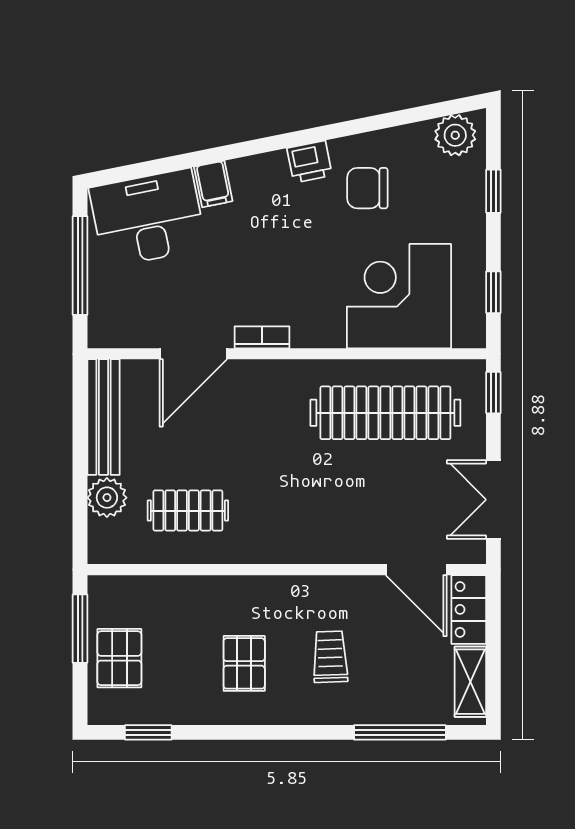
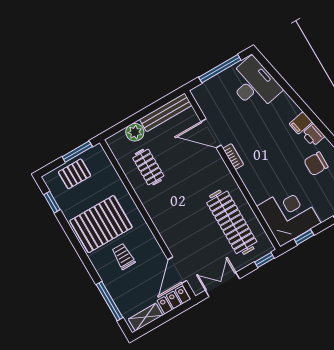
filing cabinet: (213, 184) -> (301, 123), moved
chair: (367, 188) -> (316, 164), turned -90
corner desk: (399, 296) -> (289, 215), moved
trolley: (330, 657) -> (123, 256), turned -88
pallet: (244, 663) -> (101, 224), width x2.05, depth x2.00

